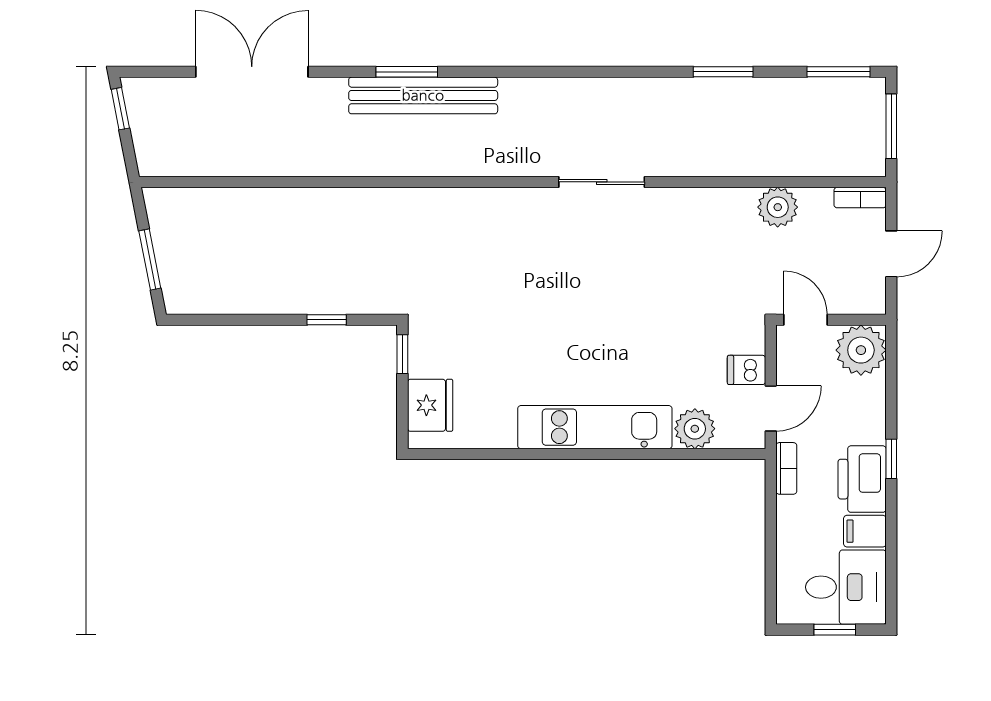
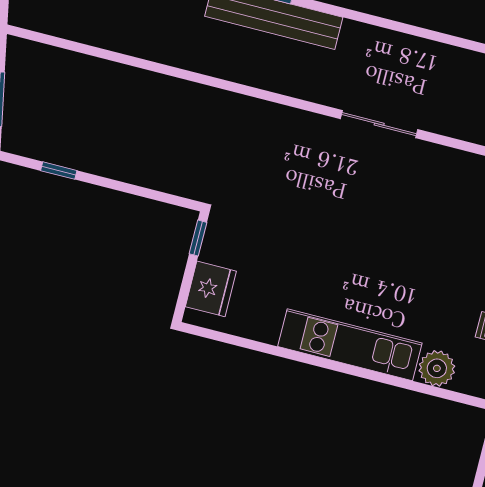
sliding door: (602, 182) -> (379, 124), moved
window: (327, 320) -> (59, 171), moved

